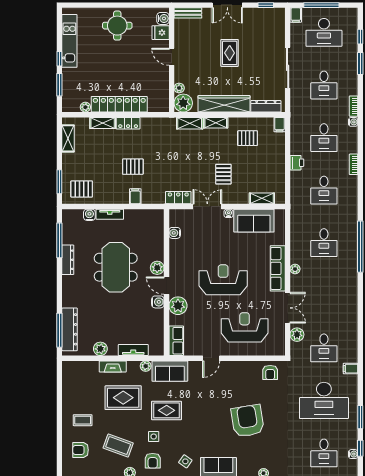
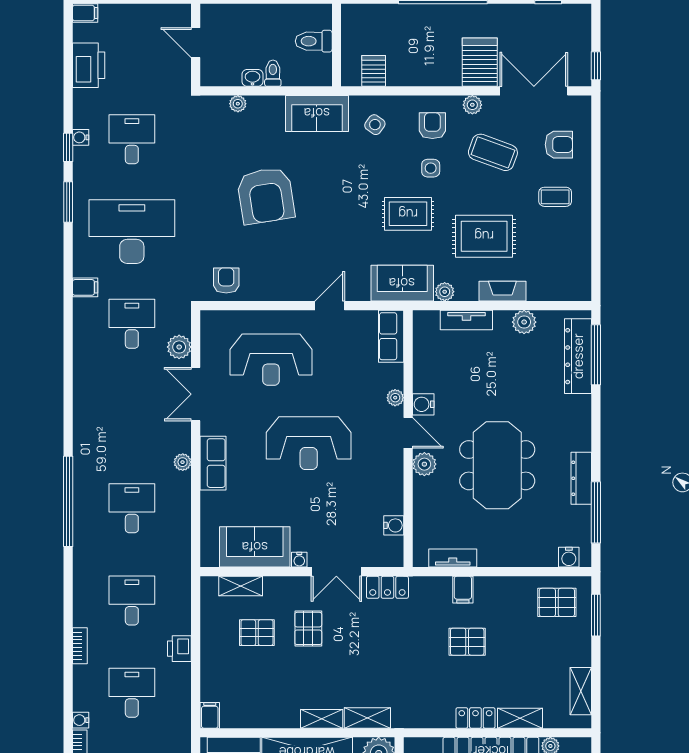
pallet: (248, 138) -> (257, 633), moved
tv unit: (110, 214) -> (453, 558), moved
water cooler: (89, 215) -> (569, 557), moved
row of seats: (278, 268) -> (213, 463), width x0.68
plant: (178, 306) -> (395, 398), width x0.53, depth x0.53

